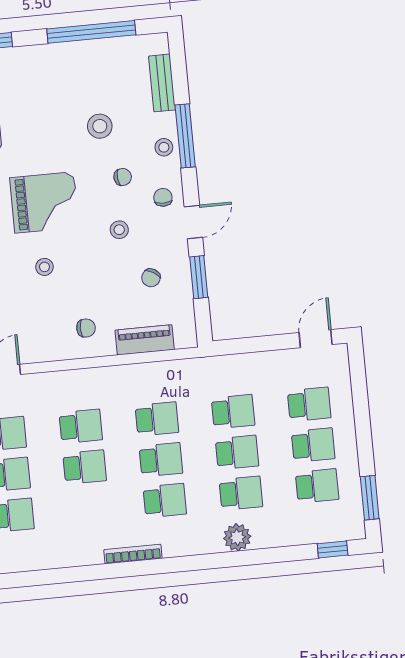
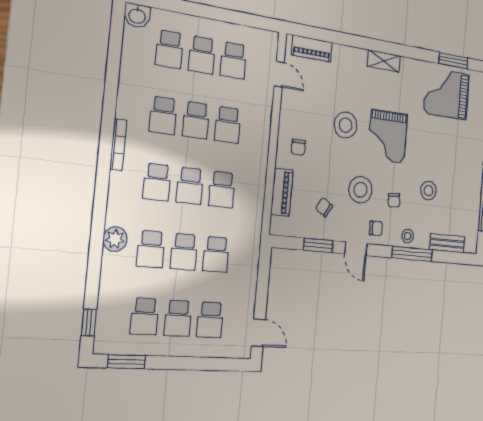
stool: (119, 230) -> (360, 190), width x1.89, depth x1.89
stool: (44, 267) -> (346, 125), width x1.89, depth x1.89
school desk: (89, 508) -> (163, 115), added

